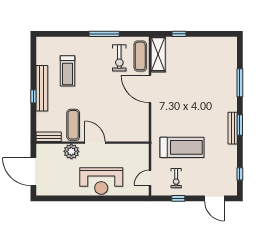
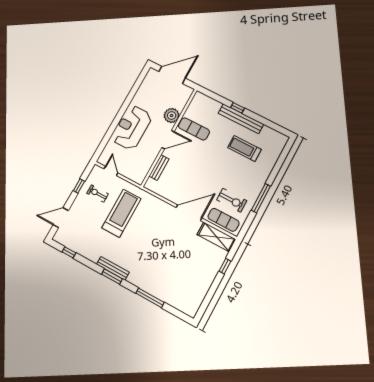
exercise bike: (119, 58) -> (232, 200), turned 180
bench: (49, 137) -> (159, 168), moved
treadmill: (182, 147) -> (121, 213), turned 180

